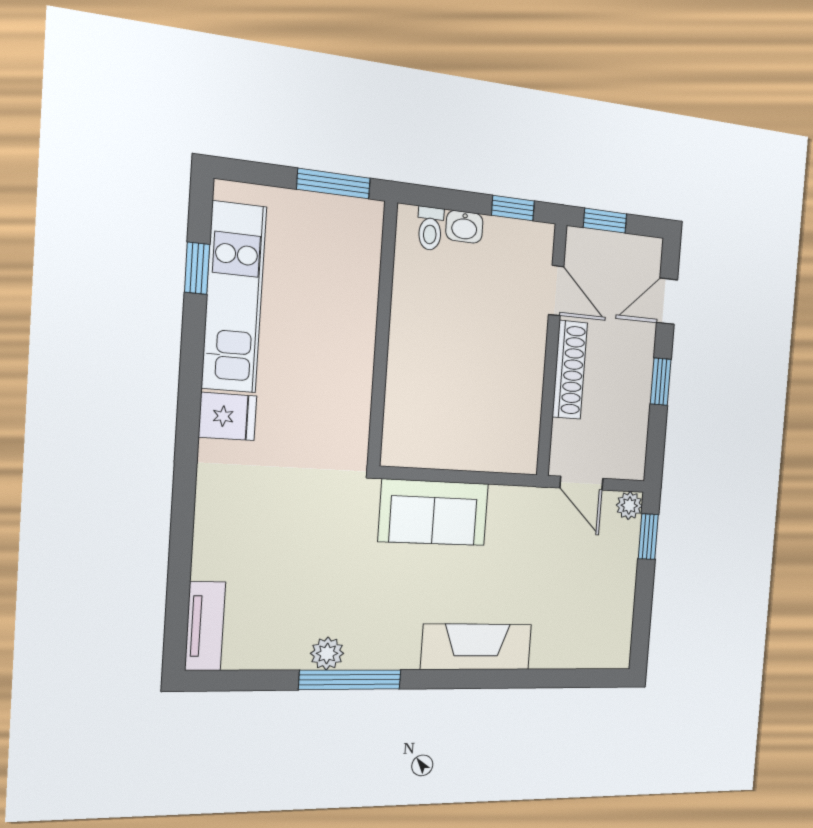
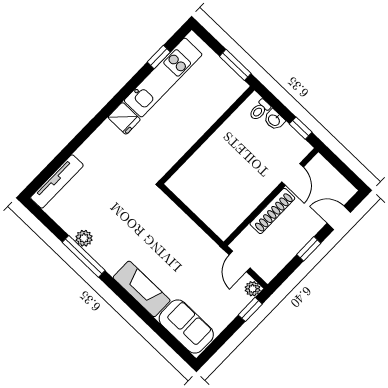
window: (605, 221) -> (337, 163), removed
sofa: (434, 512) -> (186, 326), moved, turned 180
tv unit: (205, 626) -> (57, 181), width x1.41

